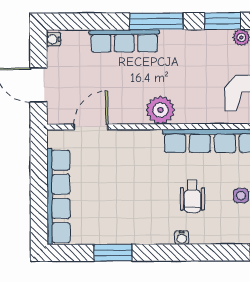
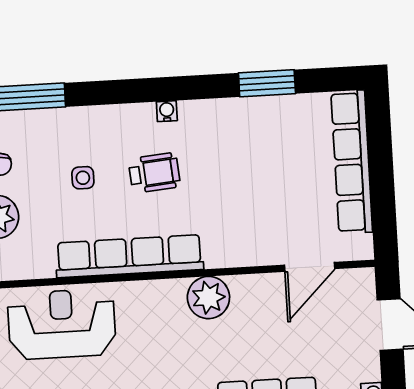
wheelchair: (192, 196) -> (154, 173), turned 85

